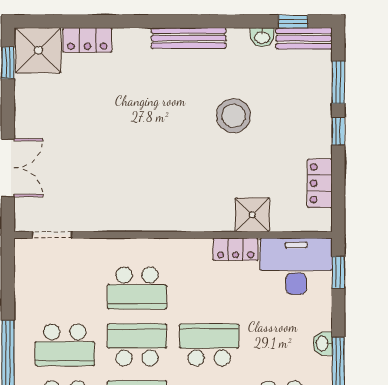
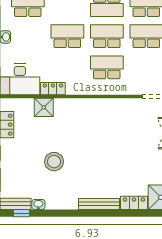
bench: (189, 38) -> (99, 204), moved
school desk: (137, 345) -> (107, 36), turned 180
school desk: (209, 345) -> (67, 36), turned 180

